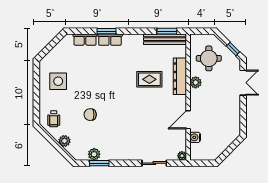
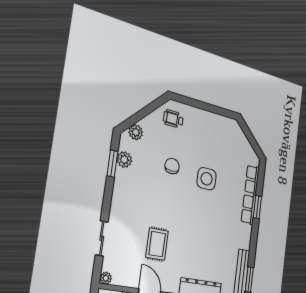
rug: (149, 79) -> (157, 244), moved
side table: (58, 81) -> (207, 179), moved
plant: (64, 141) -> (136, 132), moved

